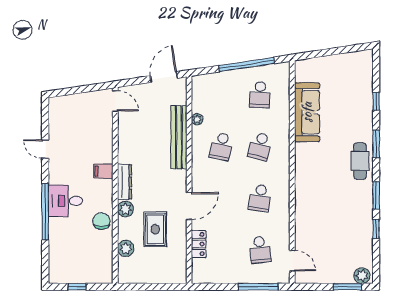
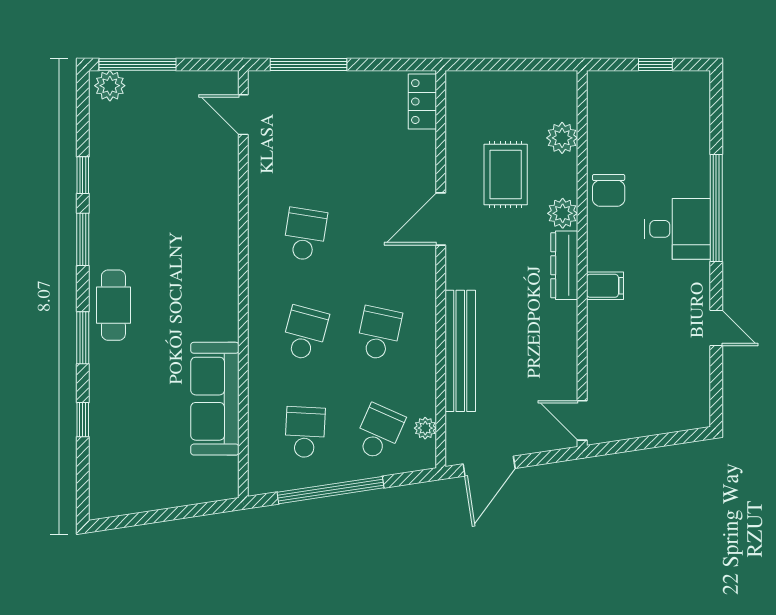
plant: (197, 119) -> (425, 428), moved
locker: (199, 244) -> (422, 102), moved
school desk: (260, 250) -> (379, 432), moved, turned 30
window: (347, 287) -> (138, 65), width x1.44

